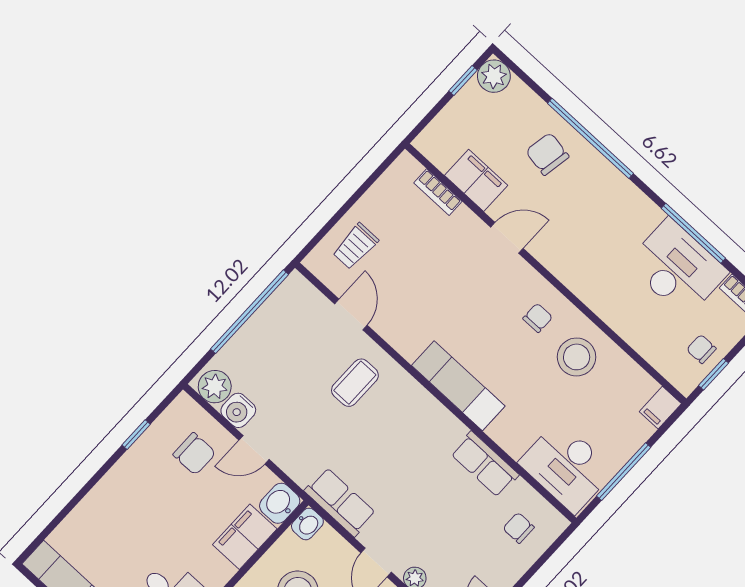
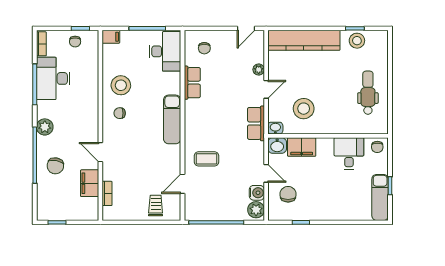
plant: (494, 76) -> (45, 127), moved
trolley: (355, 246) -> (156, 206), turned -90

